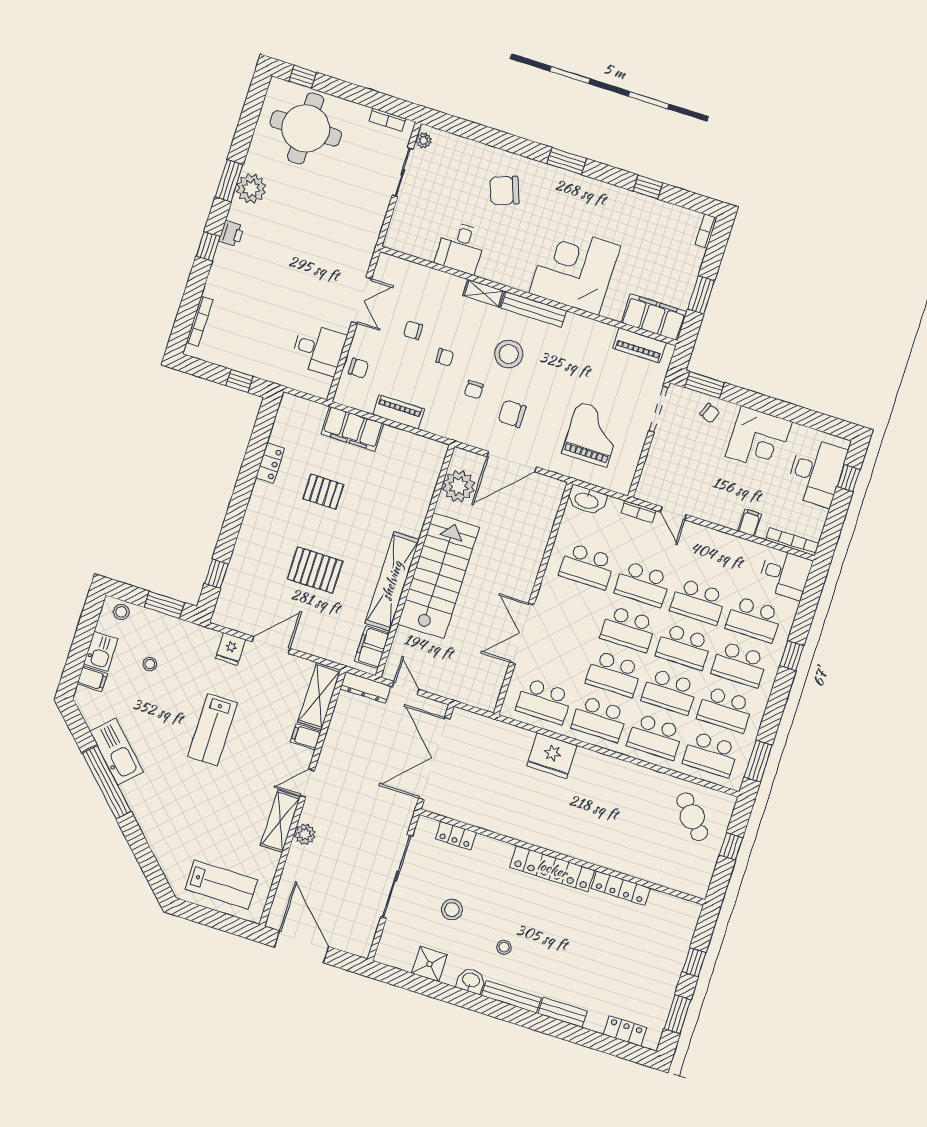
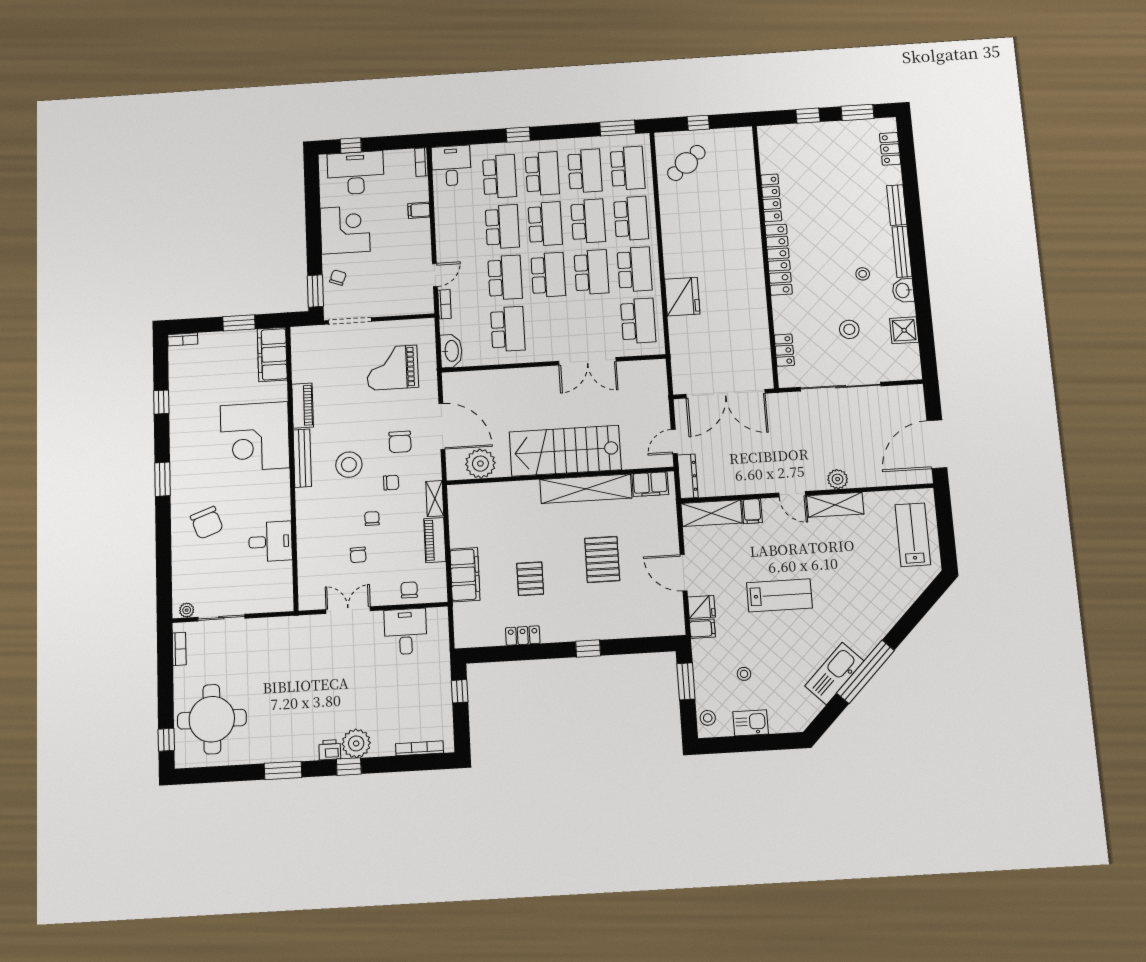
plant: (251, 188) -> (356, 743), moved
shelving: (484, 293) -> (435, 499), moved
piano: (640, 345) -> (303, 406), moved
bookcase: (792, 542) -> (421, 162), width x0.64
window: (216, 574) -> (588, 649), moved
filing cabinet: (92, 679) -> (702, 629), moved, turned 90

